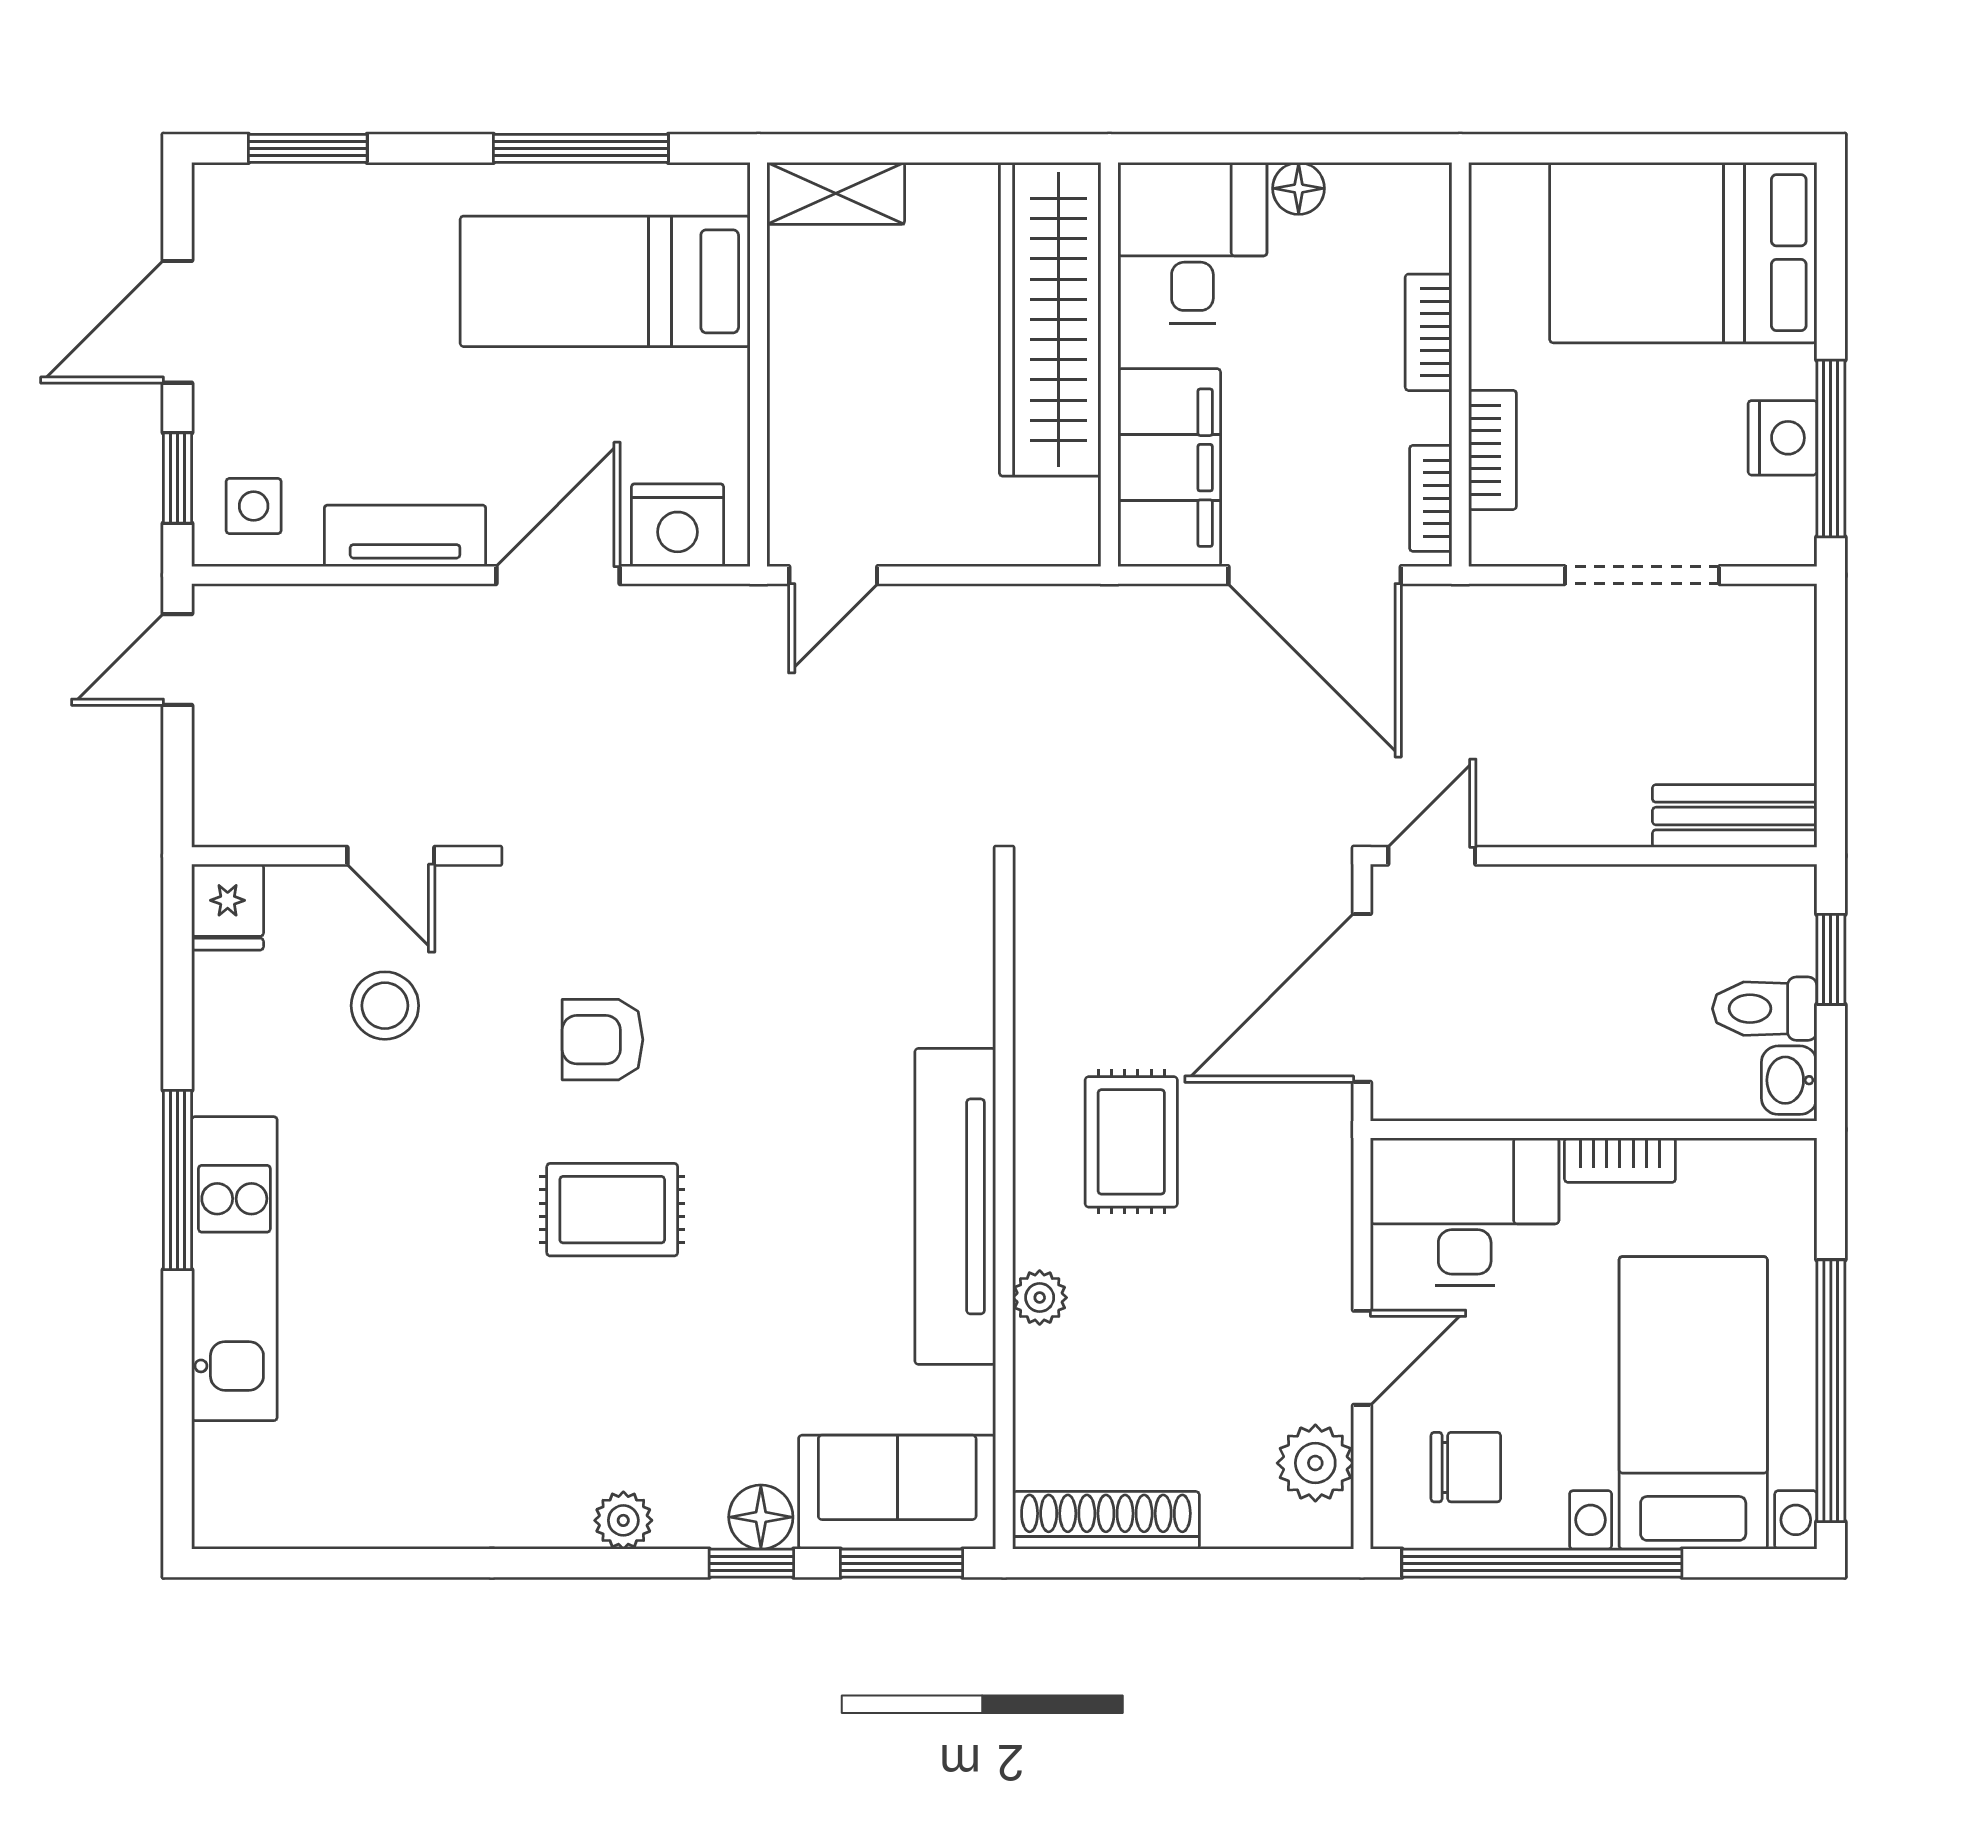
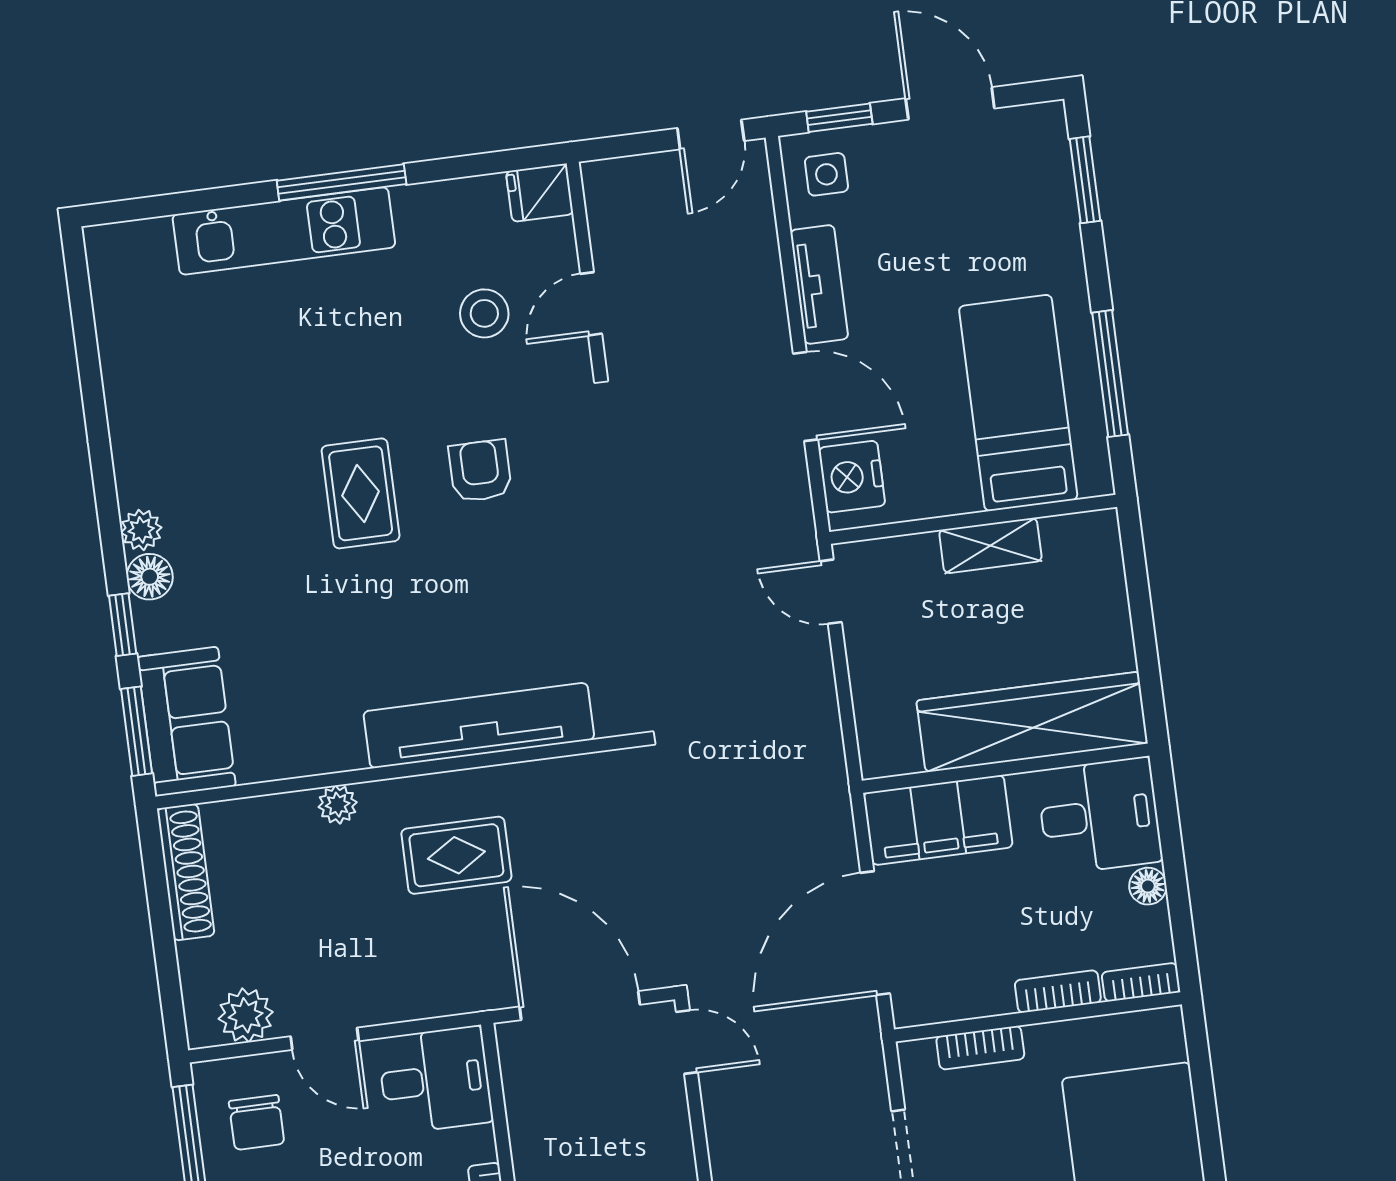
shelving: (836, 193) -> (990, 546), moved, turned 90
bookcase: (1431, 498) -> (1141, 982), moved
door: (177, 659) -> (711, 134), swing flipped
tv unit: (955, 1206) -> (479, 725), moved
desk: (1465, 1212) -> (435, 1080), width x0.73
floor lamp: (761, 1517) -> (150, 577), moved

